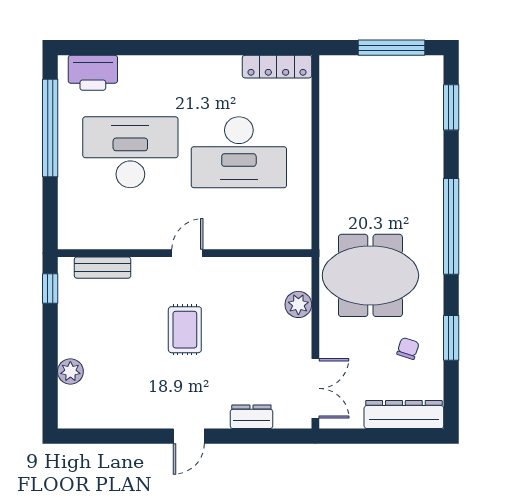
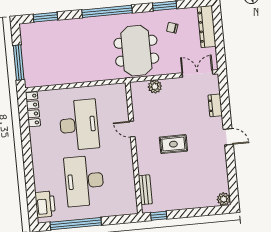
window: (391, 48) -> (19, 63), moved
door: (187, 253) -> (132, 129), moved
plant: (70, 371) -> (224, 199), moved

